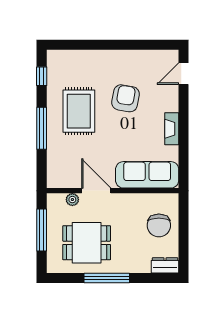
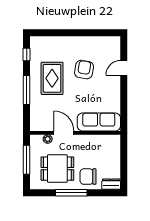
door: (184, 74) -> (124, 68), moved
fireplace: (172, 129) -> (116, 90), removed
chair: (159, 225) -> (88, 177), moved, turned 90

